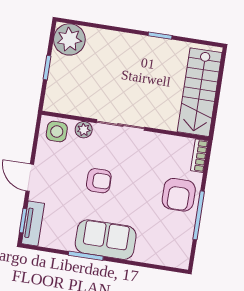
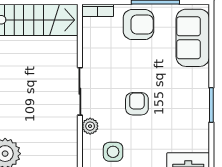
side table: (57, 132) -> (113, 152), moved
sofa: (106, 240) -> (193, 38), moved

